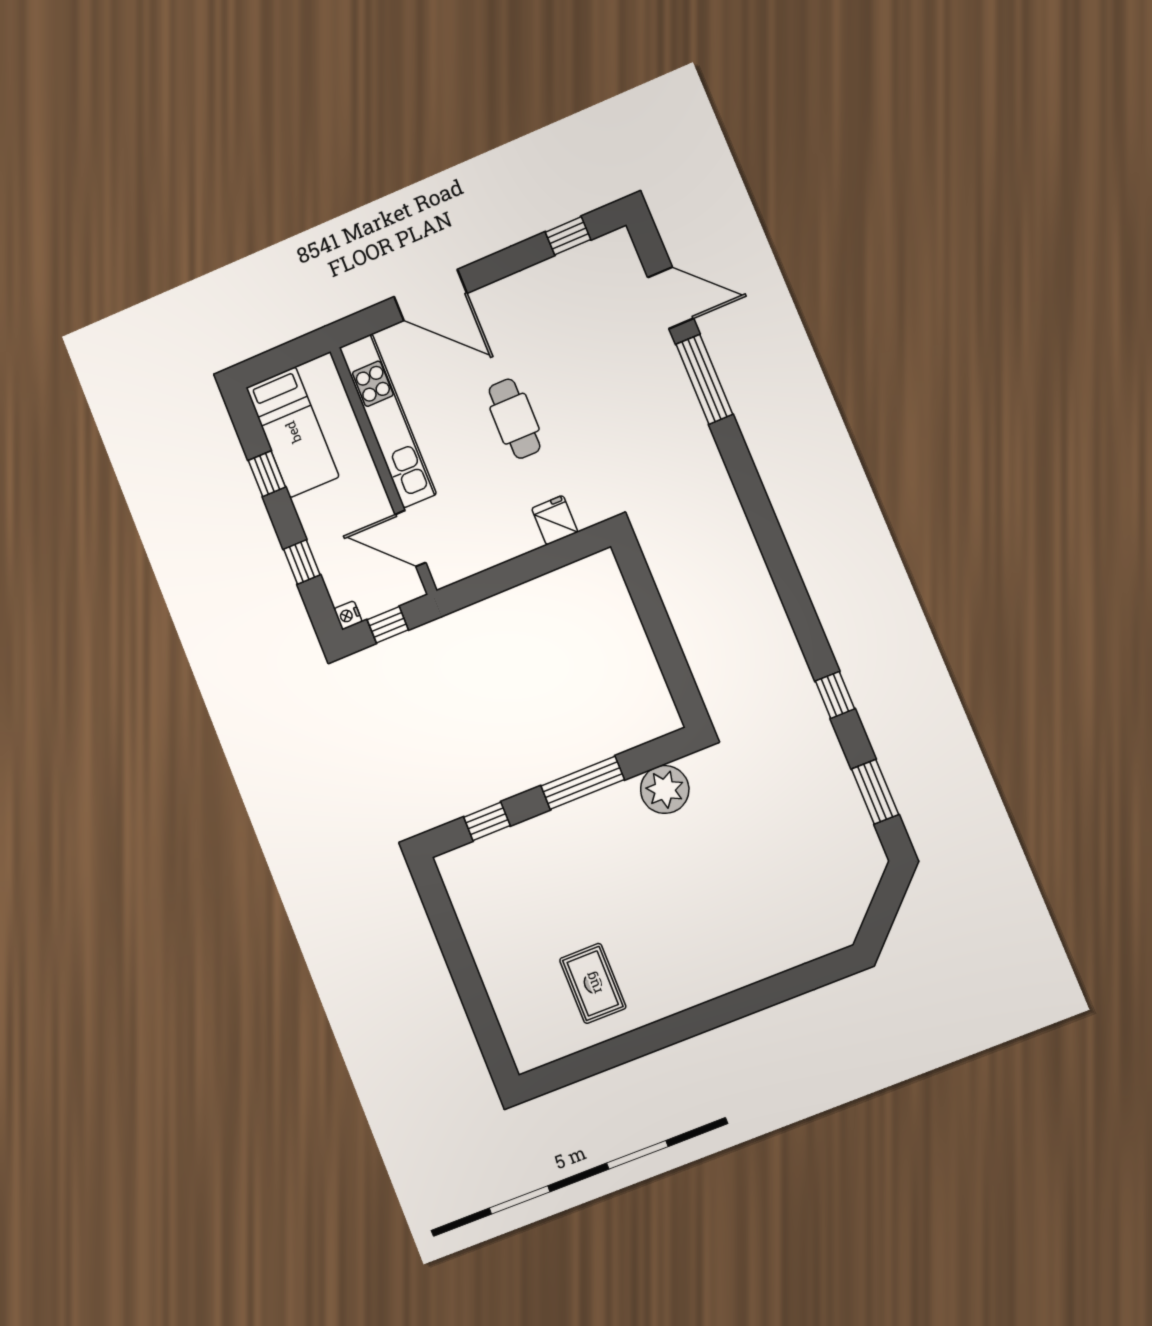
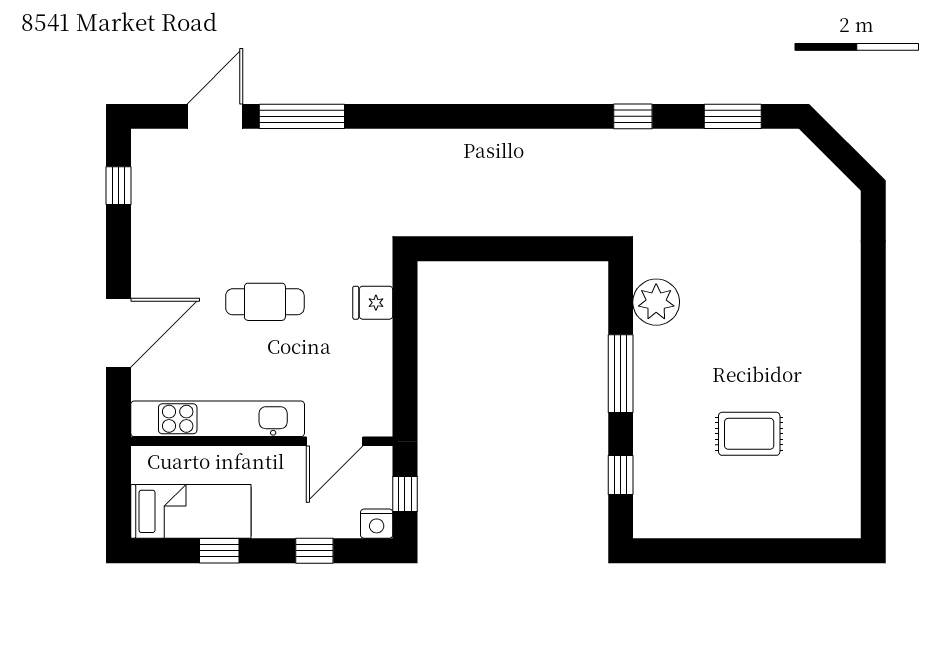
nightstand: (348, 615) -> (377, 524), width x1.39, depth x1.35
rug: (593, 983) -> (749, 434), moved

